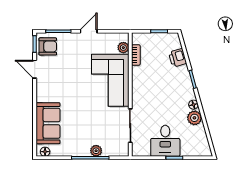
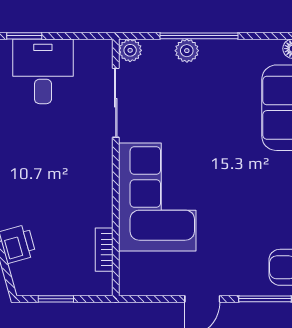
plant: (123, 48) -> (130, 50), moved

